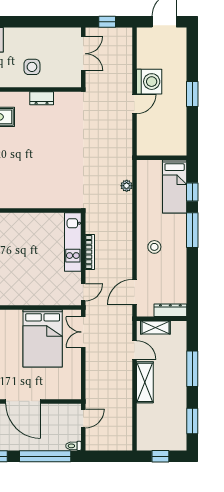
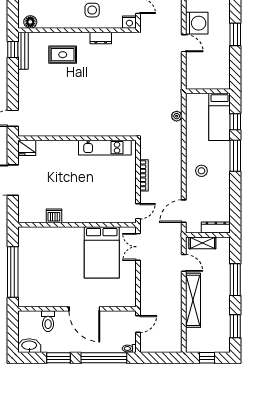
nightstand: (74, 80) -> (129, 22), added
door: (135, 104) -> (184, 43), hinge flipped
kitchen unit: (73, 242) -> (105, 148), moved, turned -90
shelving: (145, 382) -> (193, 300), width x1.47

